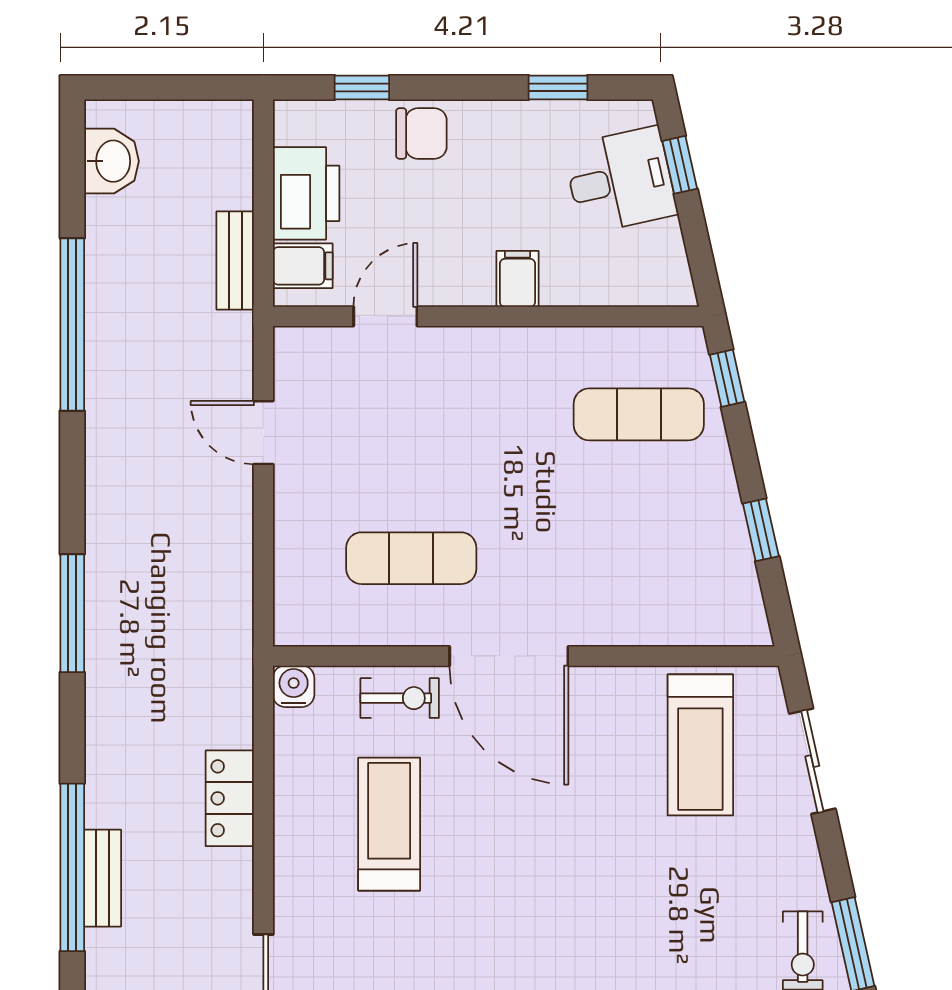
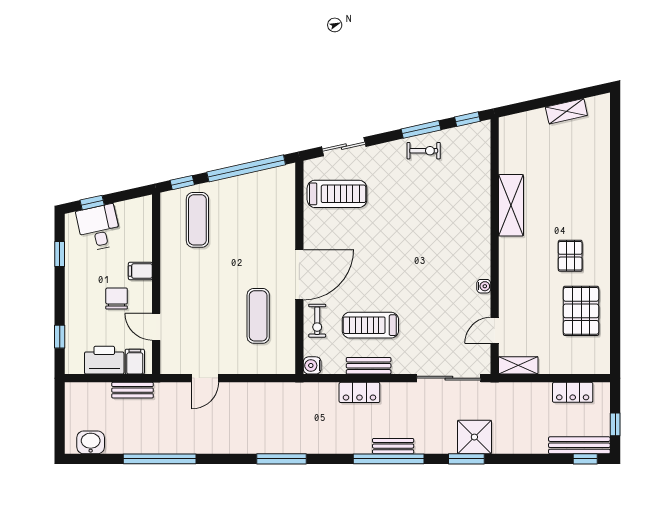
chair: (421, 134) -> (117, 299), moved
window: (761, 530) -> (246, 168), width x3.17
exercise bike: (400, 698) -> (317, 321), turned 180
bench: (293, 820) -> (369, 366), added

